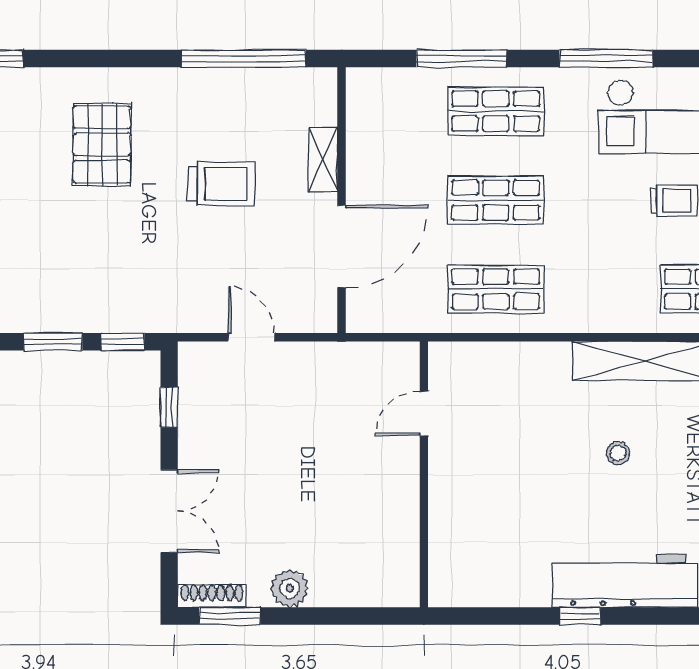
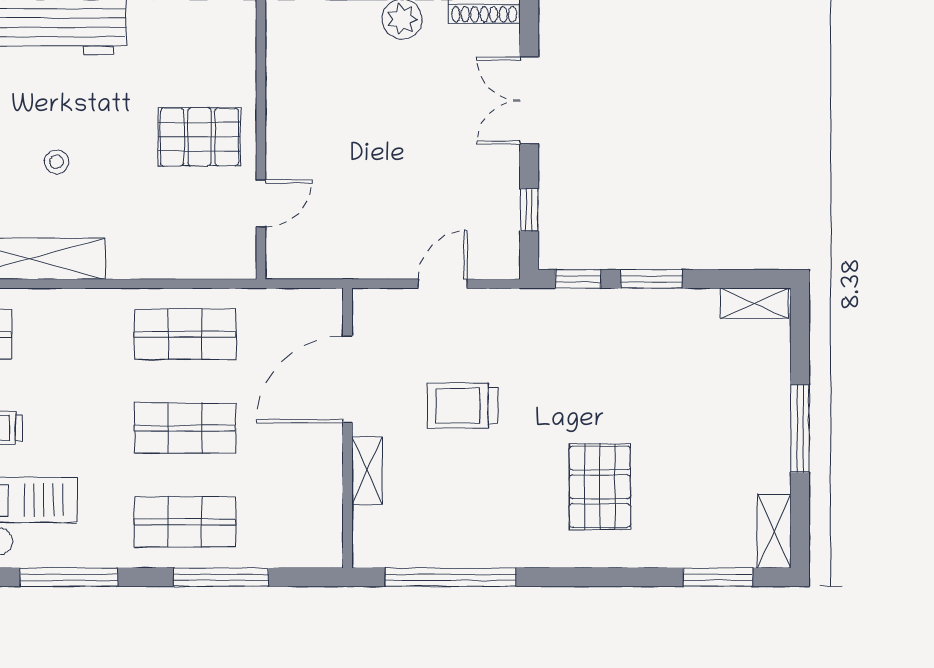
trolley: (221, 184) -> (463, 406), moved
door: (251, 337) -> (443, 284), swing flipped
pallet: (482, 477) -> (199, 137), added

